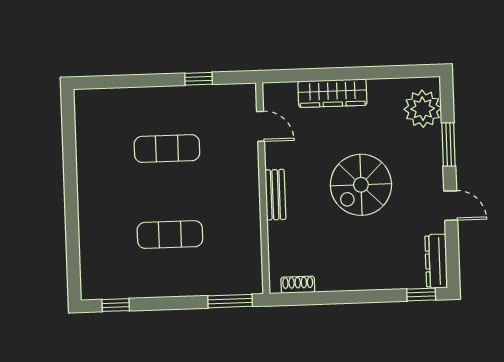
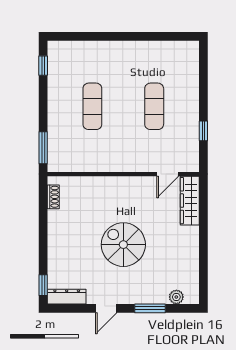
wardrobe: (332, 93) -> (190, 201), moved
plant: (423, 109) -> (176, 297), width x0.53, depth x0.53
bench: (275, 195) -> (118, 183), removed

